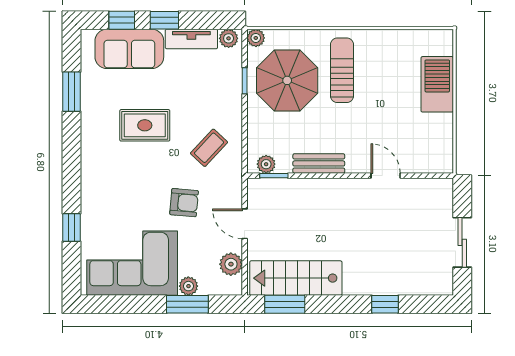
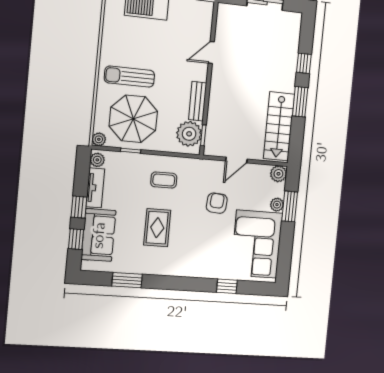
coffee table: (209, 148) -> (164, 180), moved, turned -43
plant: (266, 164) -> (189, 134), width x1.88, depth x1.88
plant: (231, 264) -> (278, 174), moved
window: (285, 304) -> (300, 102), moved

